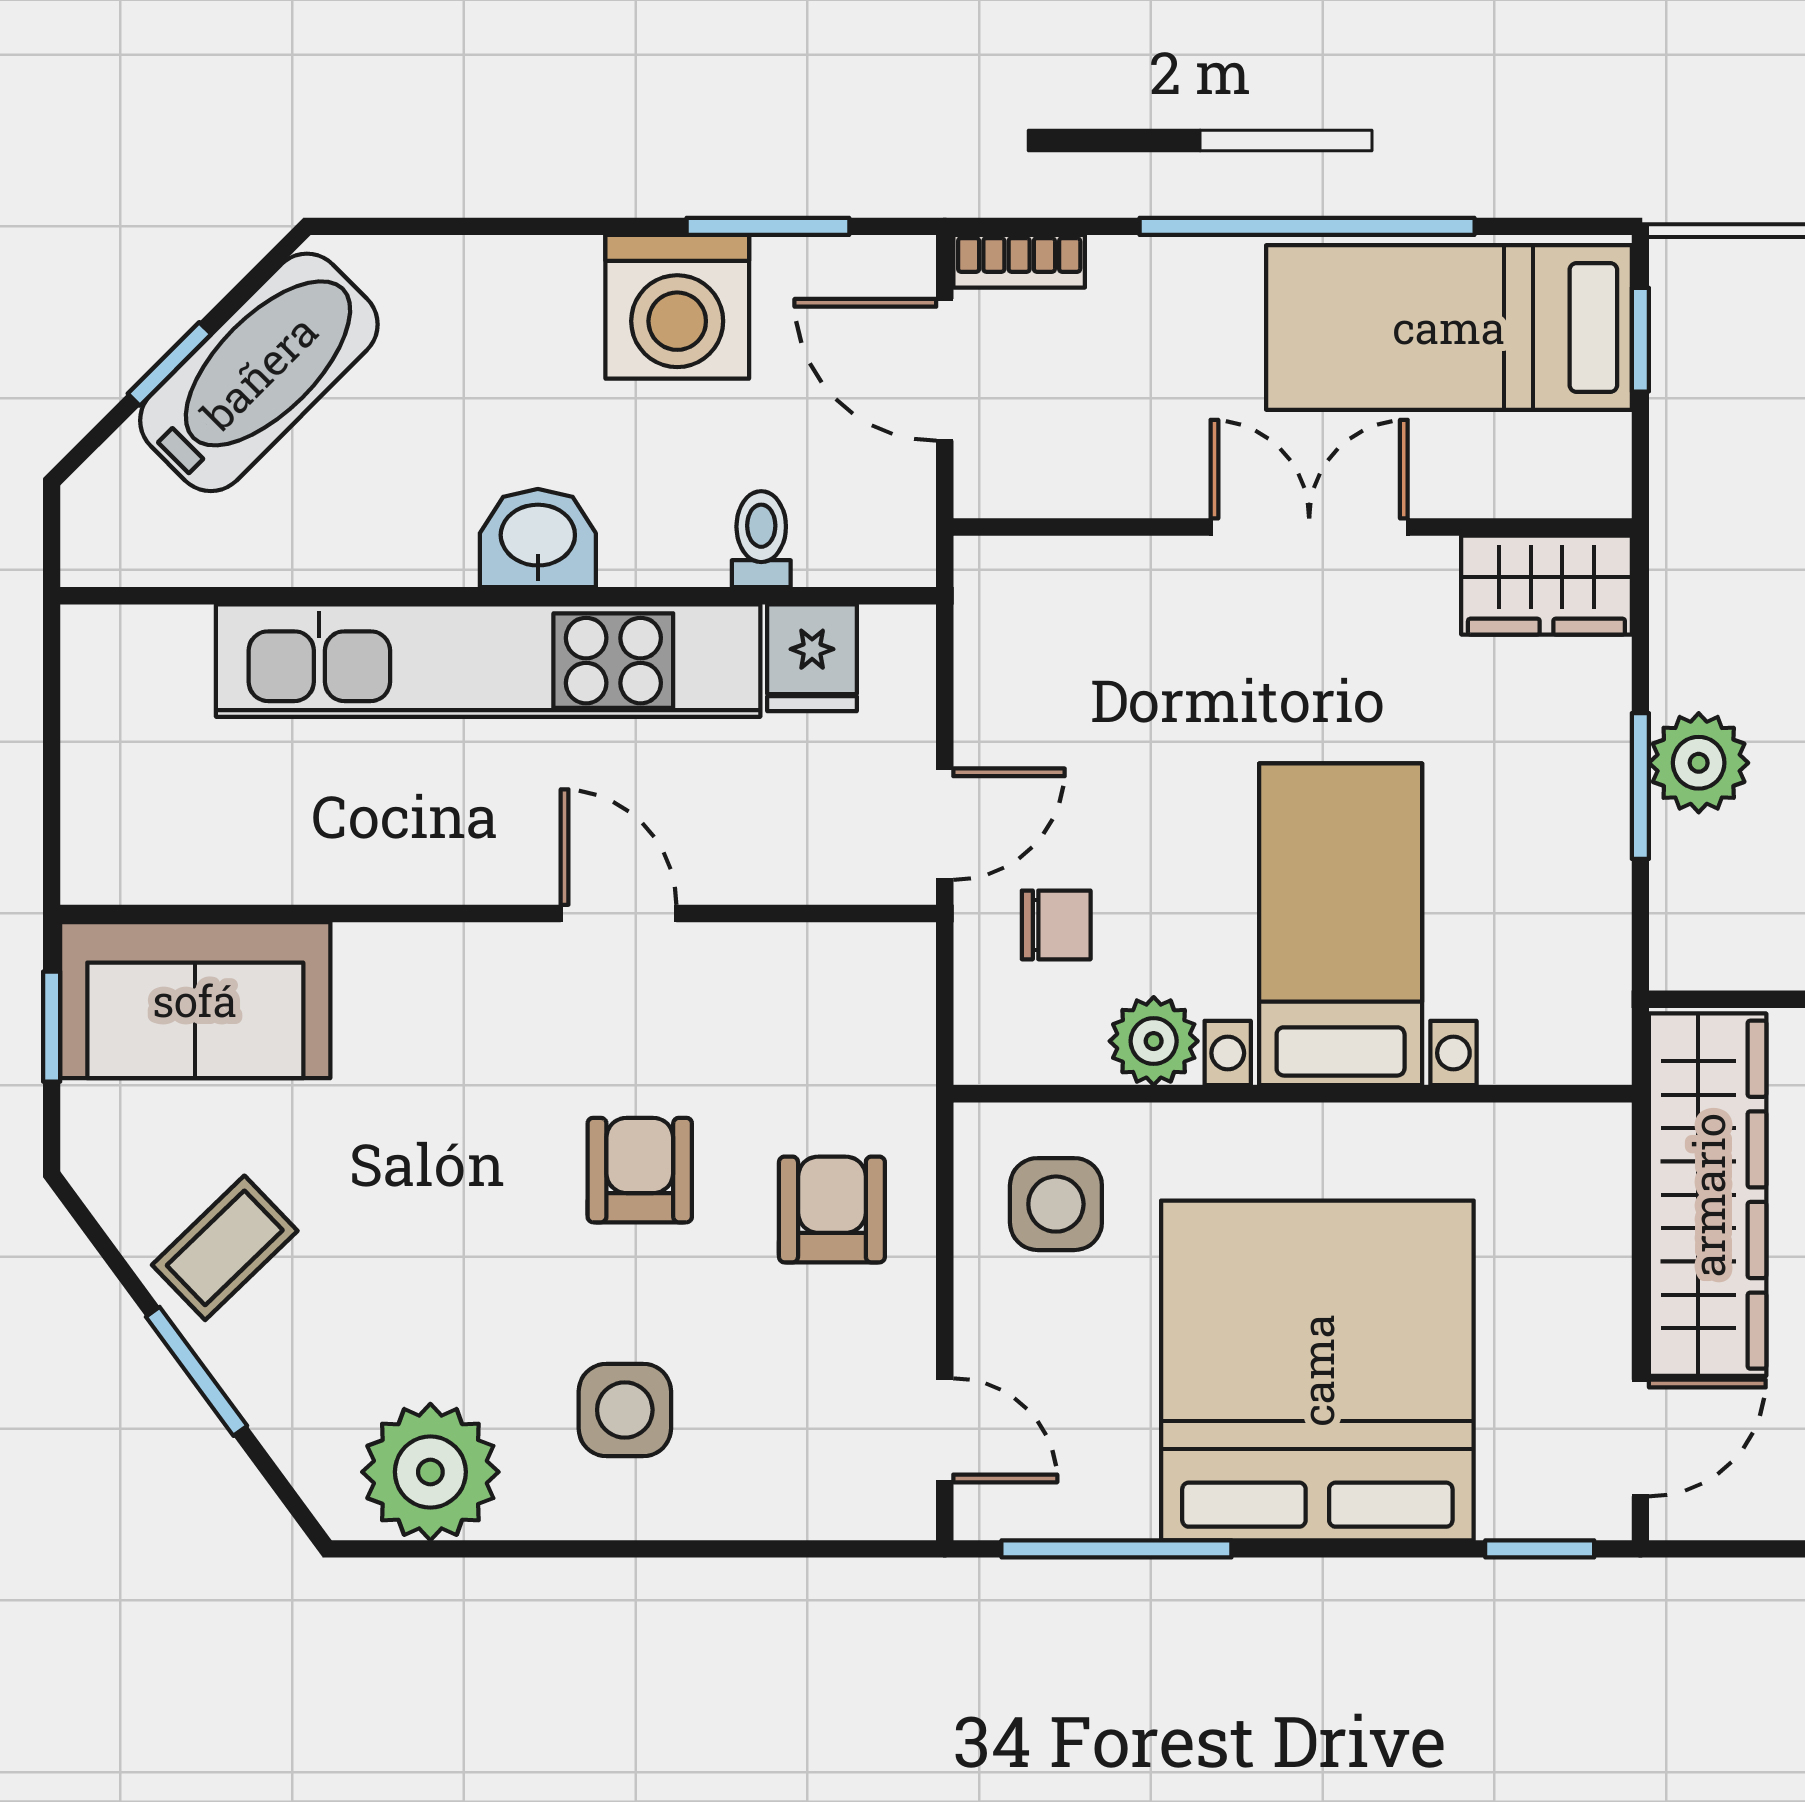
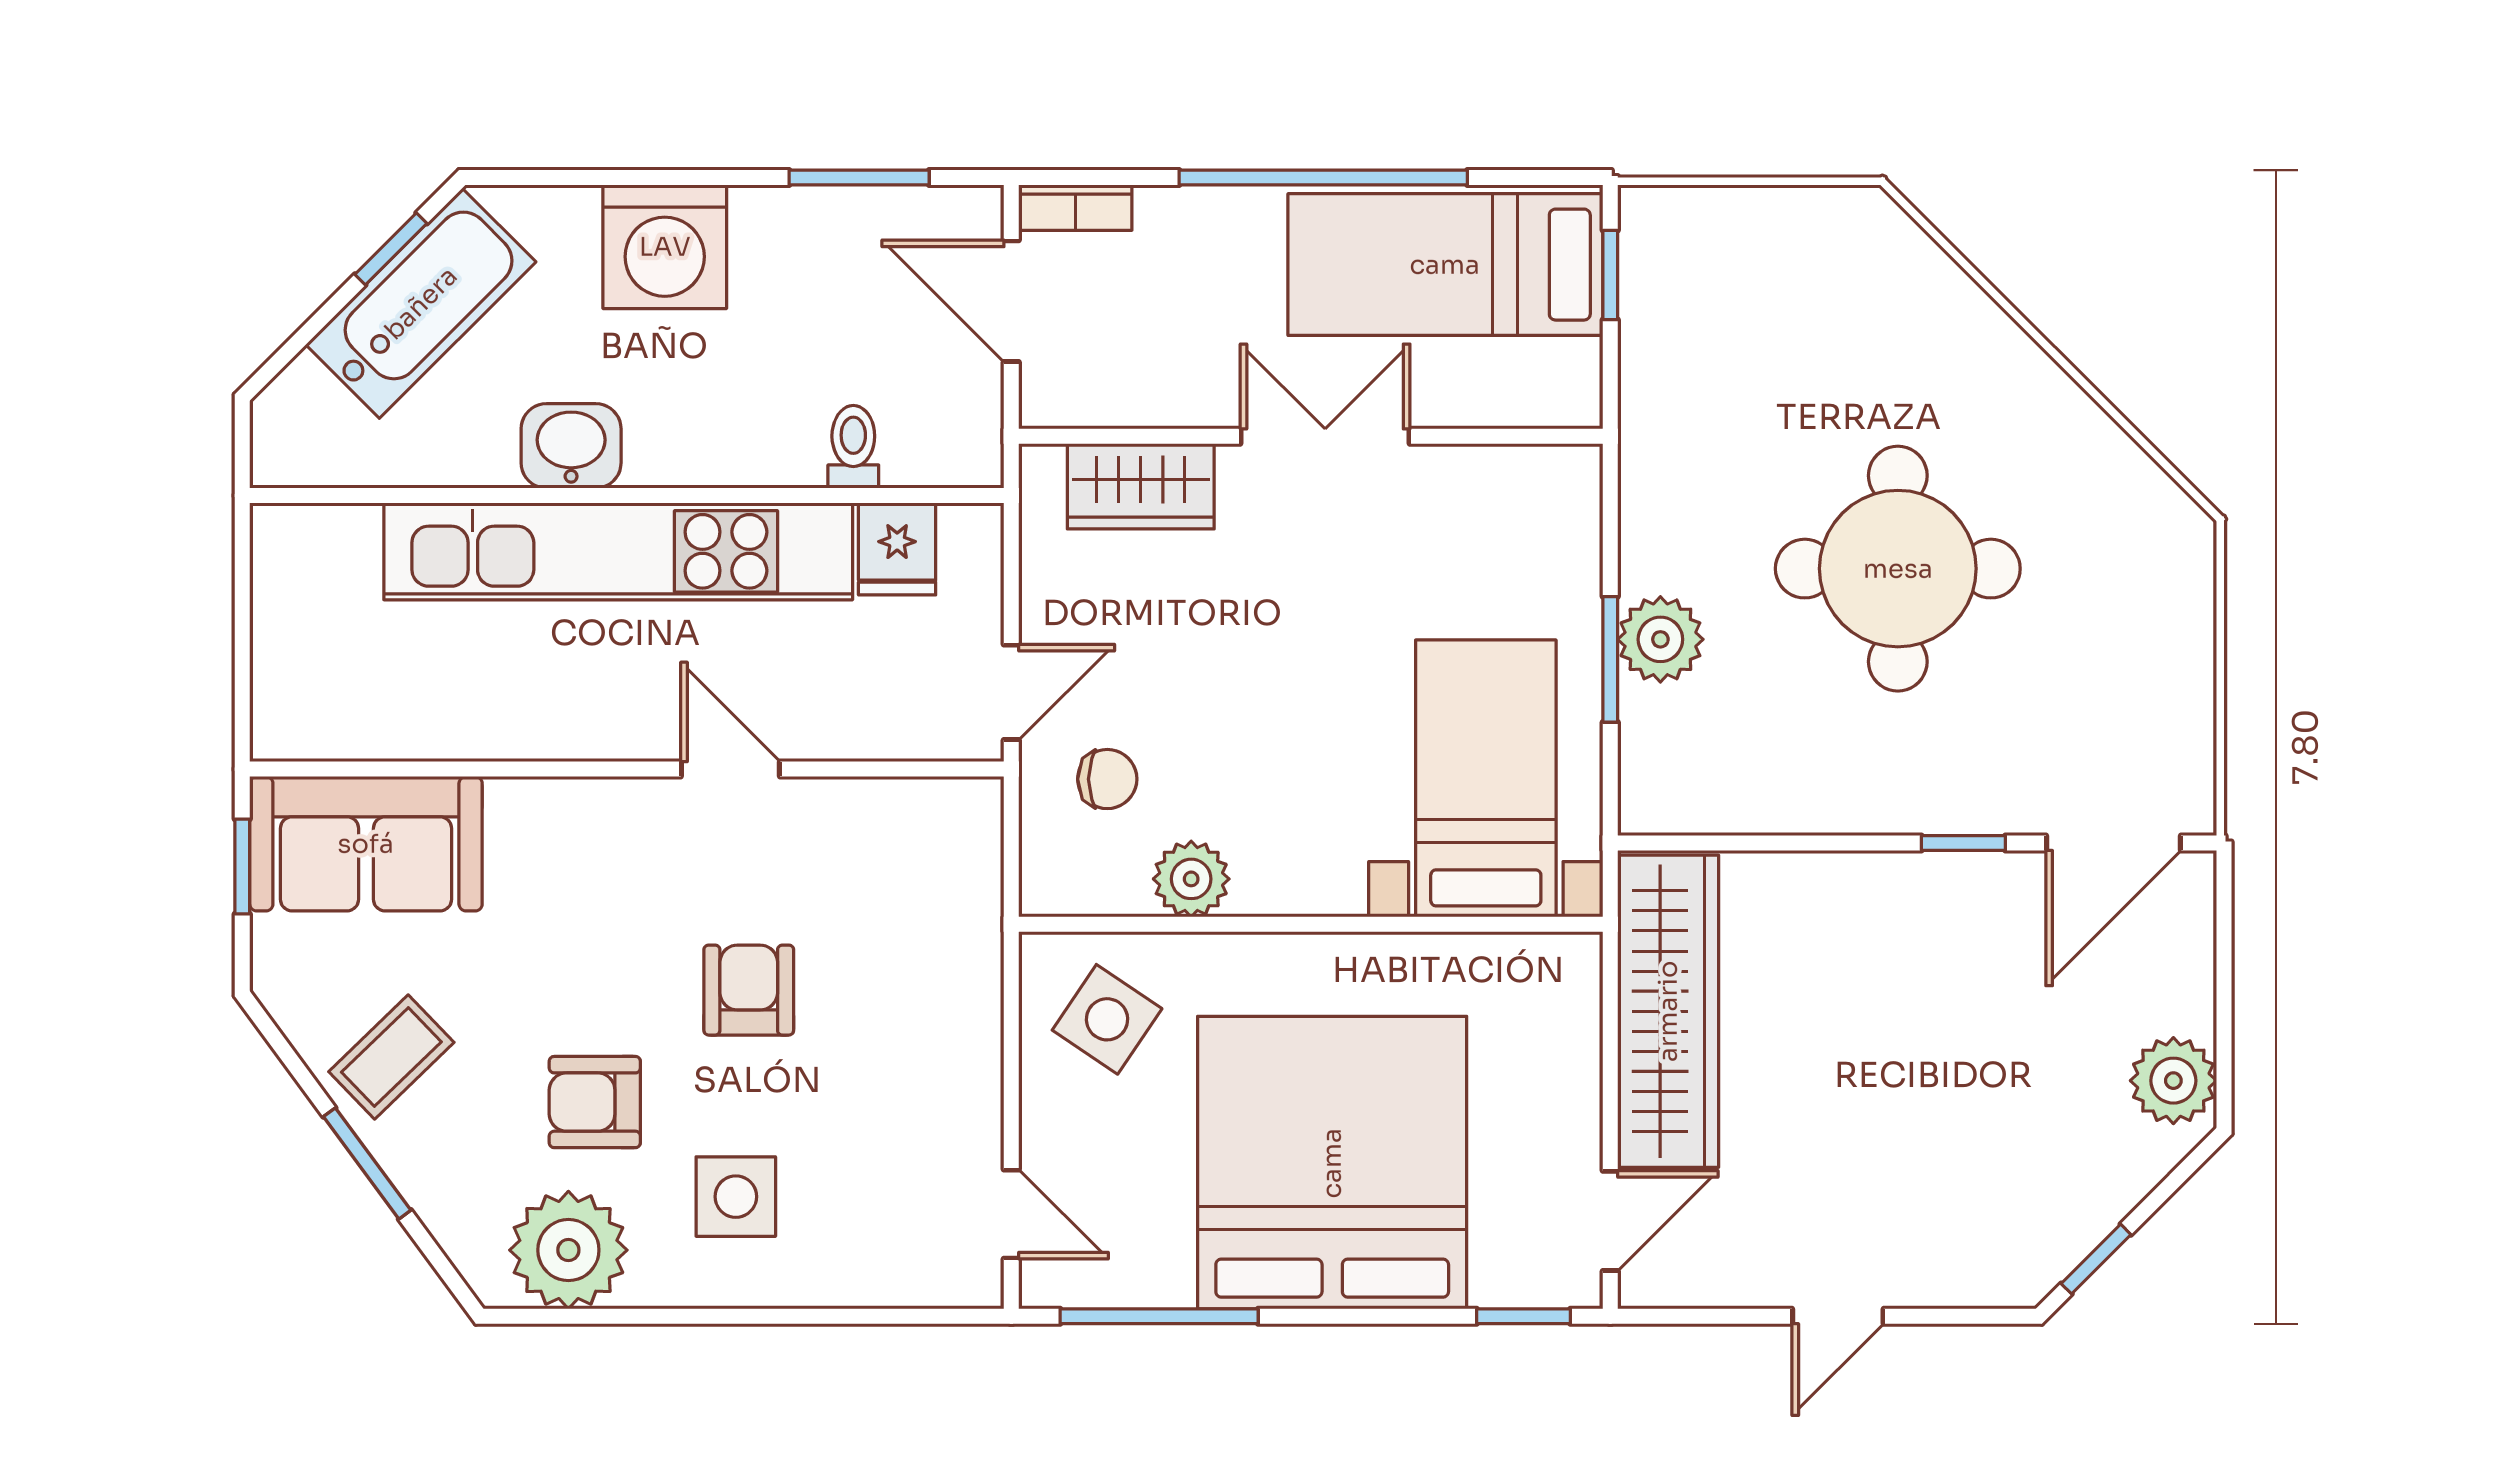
washing machine: (677, 307) -> (665, 247), moved
window: (169, 364) -> (391, 249), moved
washbasin: (538, 538) -> (571, 446), moved
wardrobe: (1546, 585) -> (1141, 486), moved
bed with nightstands: (1341, 924) -> (1486, 778), moved
side table: (1056, 1204) -> (1107, 1019), turned 34
armchair: (832, 1209) -> (595, 1102), moved, turned -90

